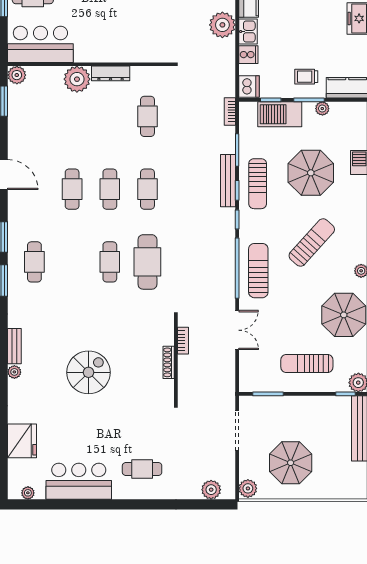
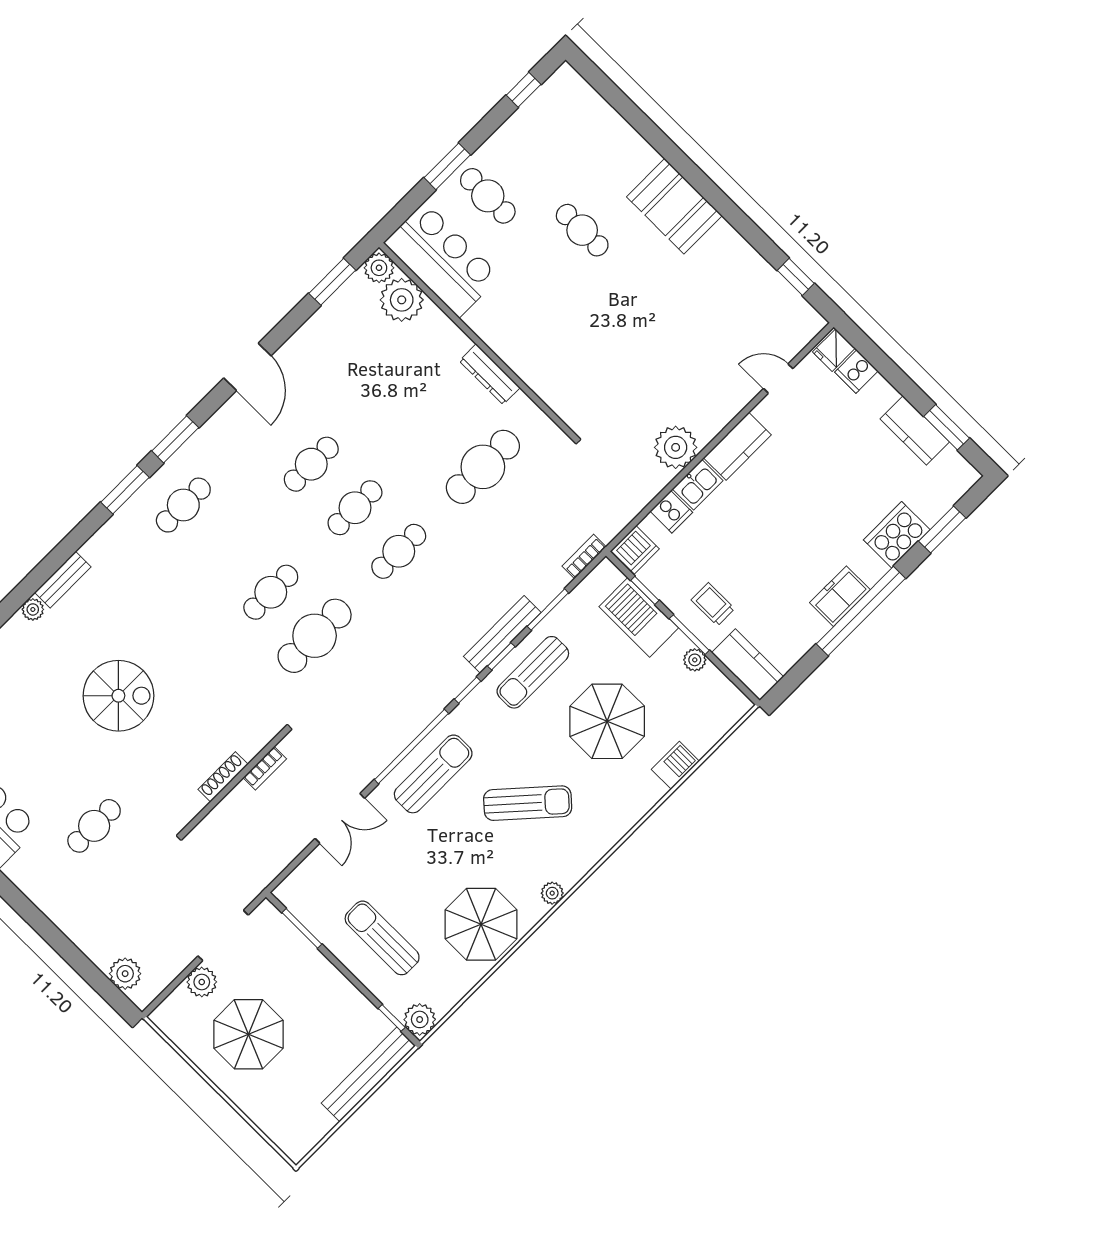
plant: (77, 79) -> (402, 300), moved
cafe table: (147, 116) -> (483, 467), width x1.37, depth x1.35
cafe table: (142, 469) -> (94, 826), moved, turned 90
plant: (248, 488) -> (202, 982), moved

